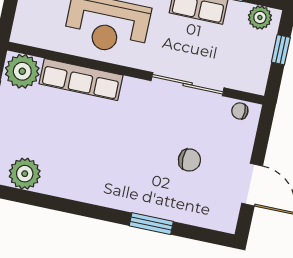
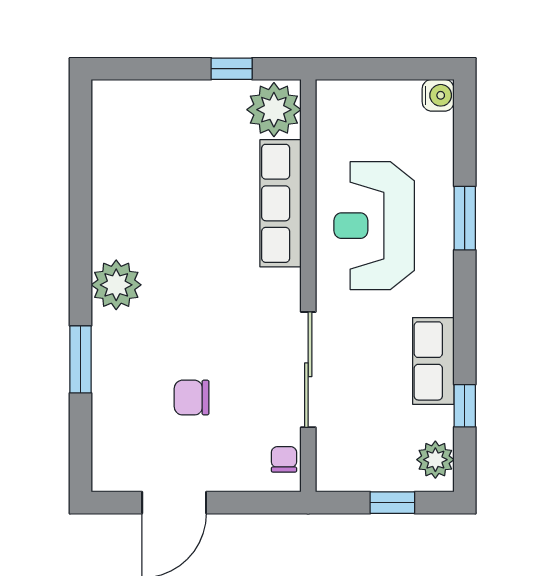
chair: (189, 160) -> (192, 398), turned 90
plant: (25, 174) -> (116, 285), moved

